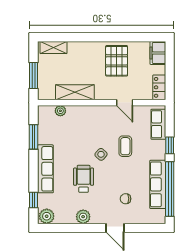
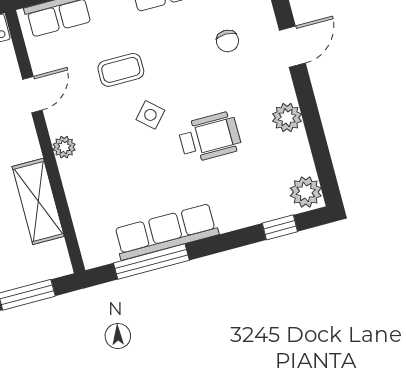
plant: (60, 111) -> (64, 147), moved
window: (34, 137) -> (151, 262), width x1.44
row of seats: (45, 169) -> (166, 232), moved
wheelchair: (84, 179) -> (210, 137), turned 180

